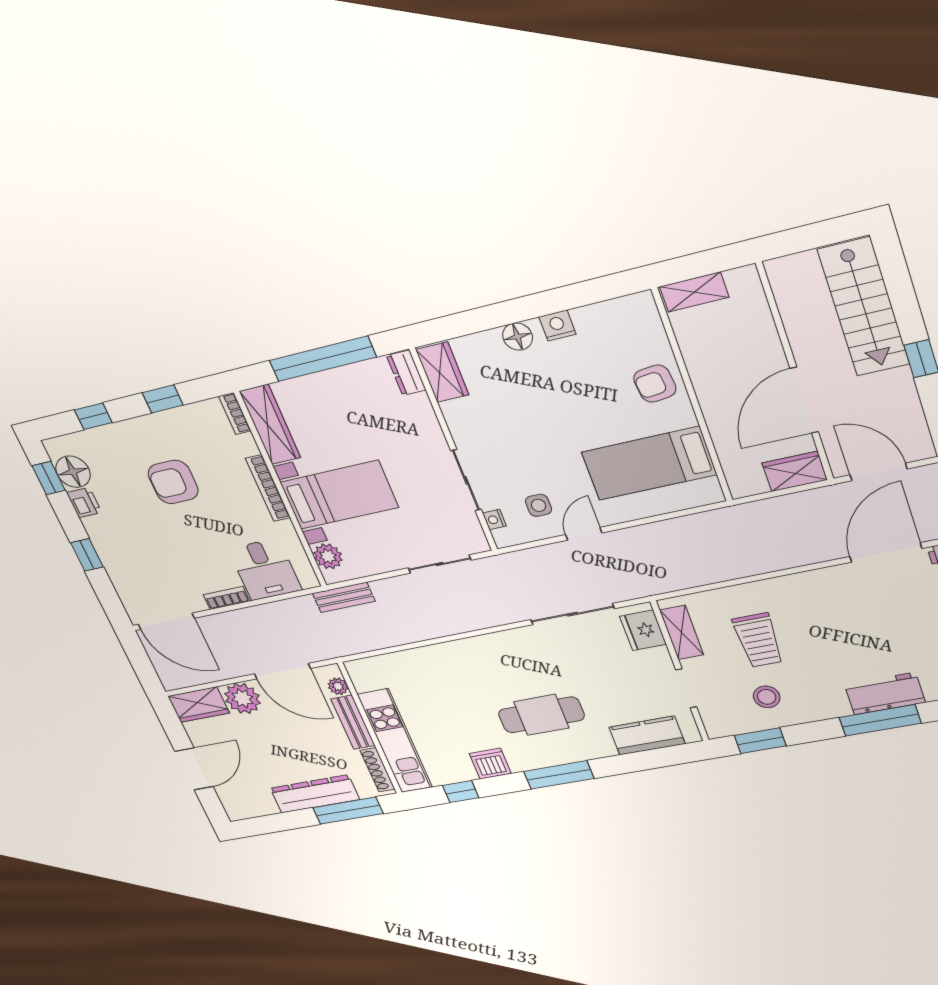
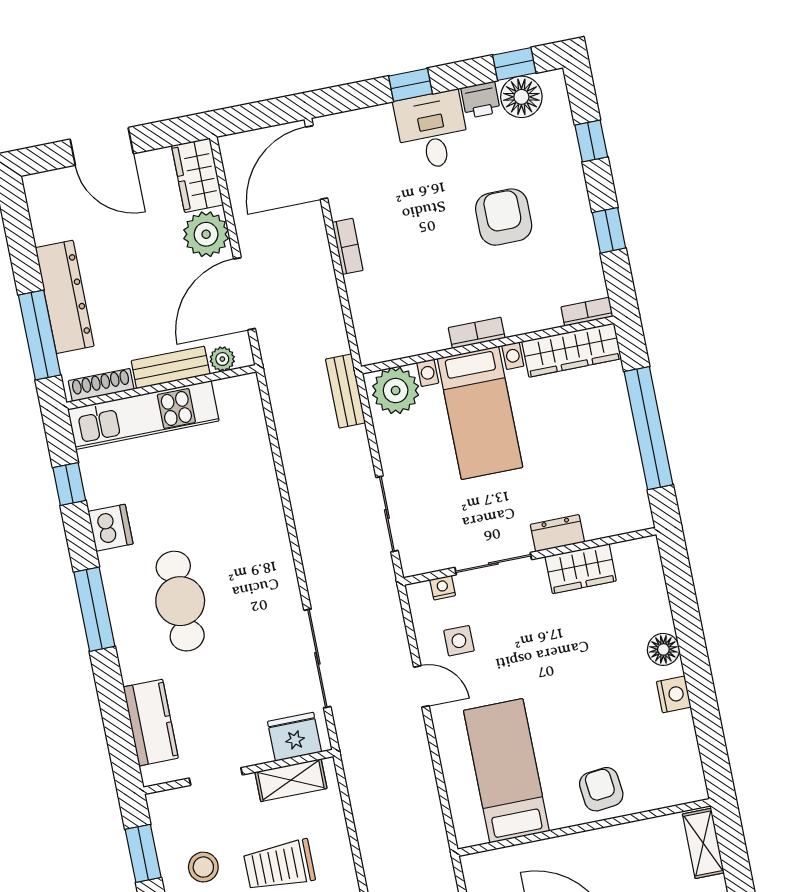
wardrobe: (442, 372) -> (581, 569), moved
dresser: (406, 373) -> (557, 533), moved
bookcase: (268, 488) -> (477, 333), width x0.64
plant: (328, 556) -> (396, 391), width x1.36, depth x1.36
desk: (265, 569) -> (432, 130), moved, turned 90

